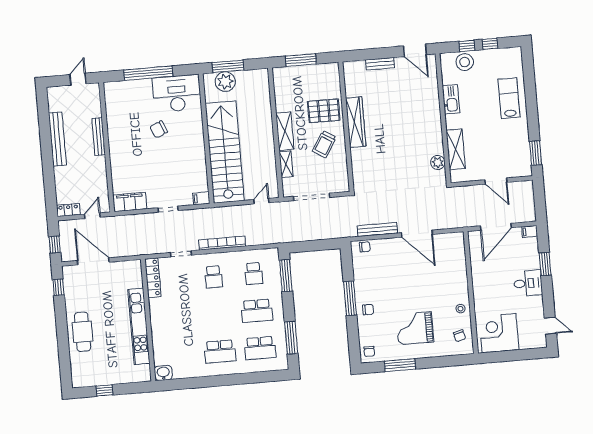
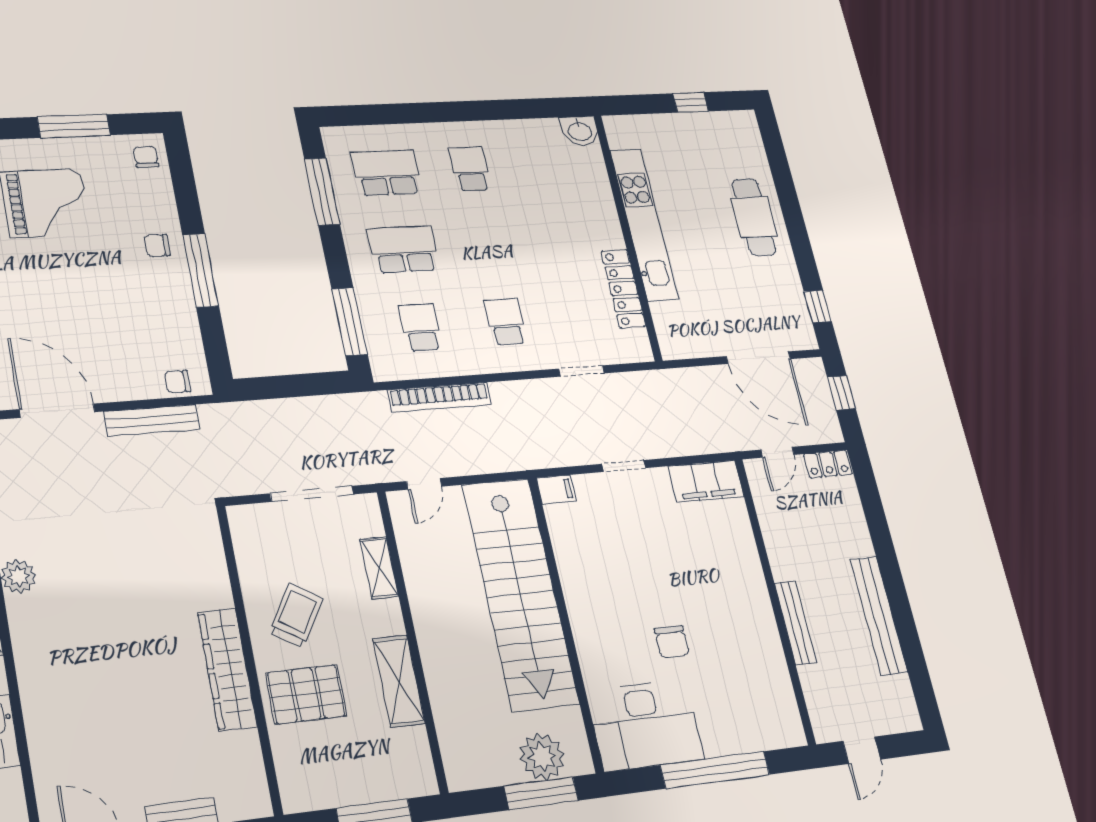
chair: (159, 129) -> (672, 642), turned 113
shelving: (285, 131) -> (399, 681), moved
bookcase: (222, 243) -> (440, 397), moved
locker: (153, 278) -> (623, 289), moved
school desk: (220, 351) -> (470, 169), width x0.54

